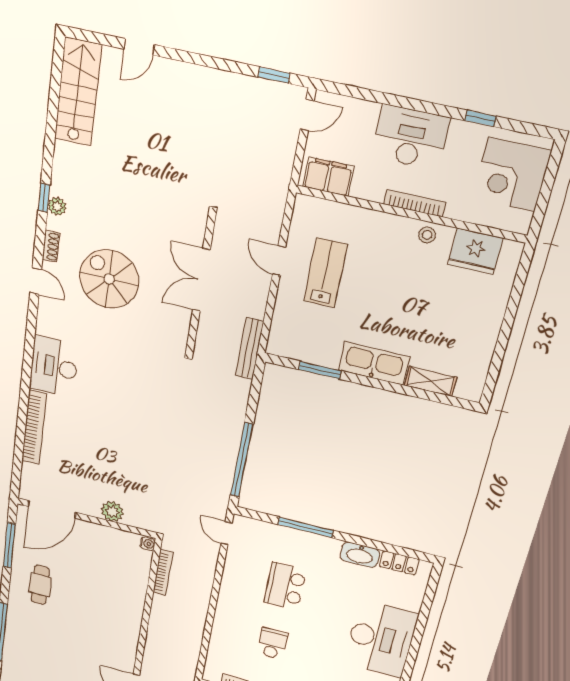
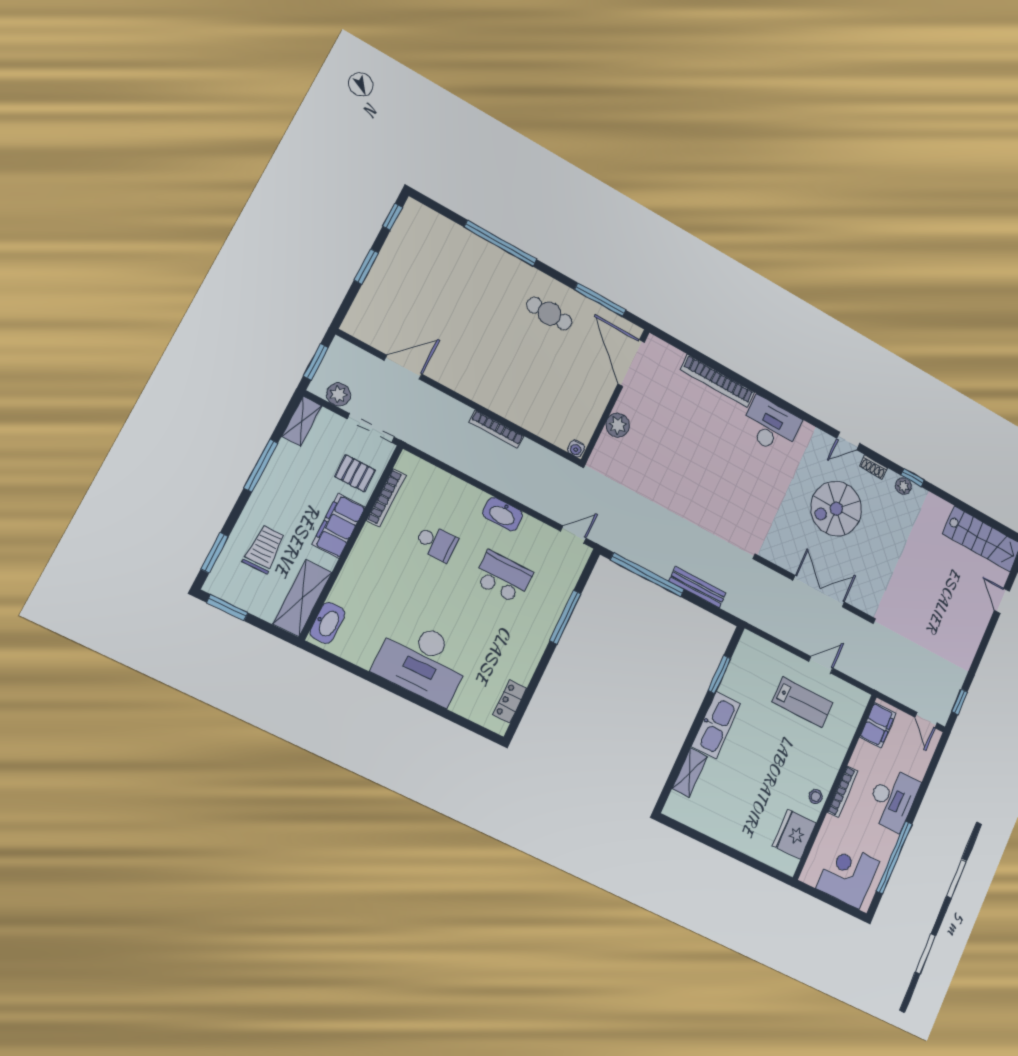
window: (480, 118) -> (894, 857), width x3.17
spiral stairs: (109, 279) -> (836, 509), turned 180
bench: (250, 349) -> (697, 587), moved
washbasin: (360, 555) -> (503, 514), moved, turned -90
bookcase: (163, 572) -> (497, 429), moved

